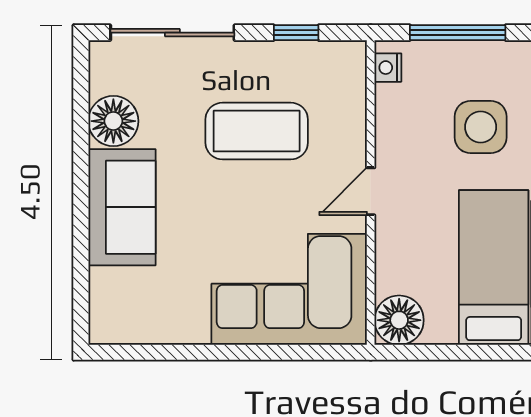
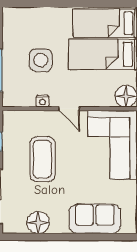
nightstand: (388, 68) -> (43, 101), moved
sofa: (122, 207) -> (95, 219), moved

